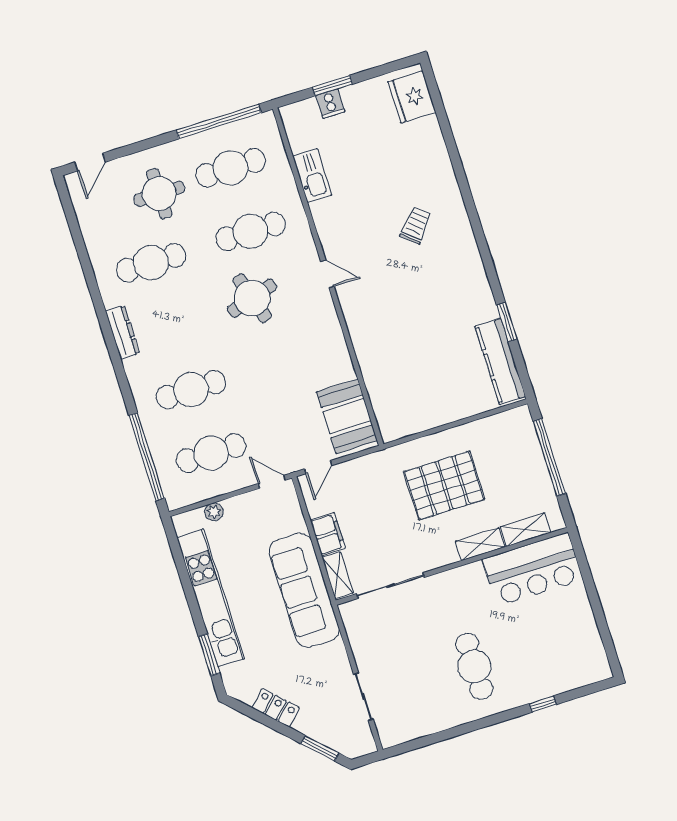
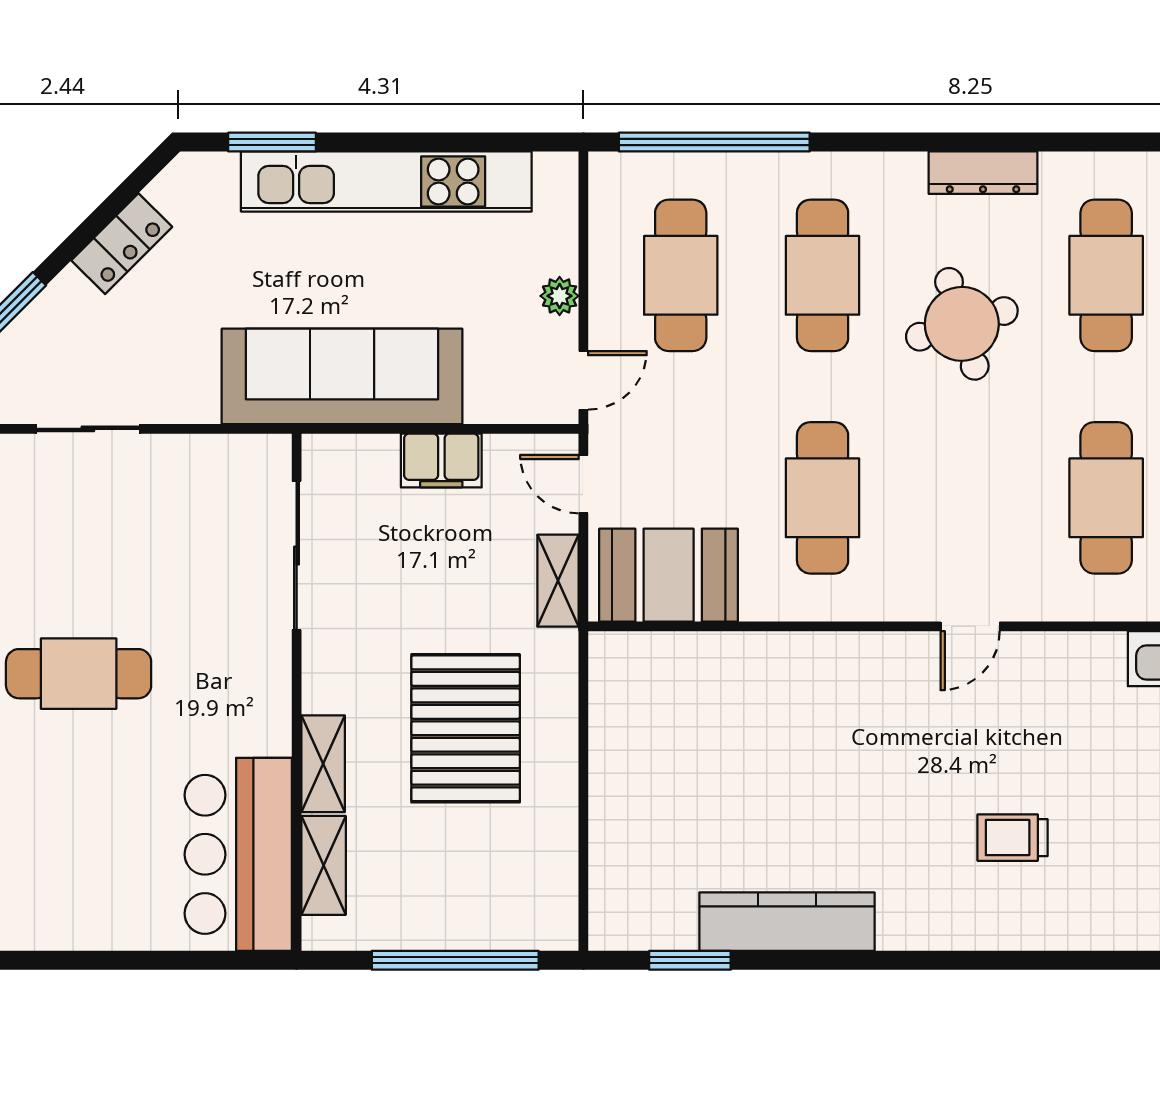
trolley: (416, 225) -> (1013, 838), turned 139
round table: (252, 298) -> (962, 324), moved
window: (507, 322) -> (690, 960), moved
cafe table: (291, 358) -> (823, 498), added
kitchen counter: (500, 361) -> (787, 922), moved
plant: (214, 512) -> (560, 296), moved
shelving: (338, 575) -> (558, 581), moved, turned 90

